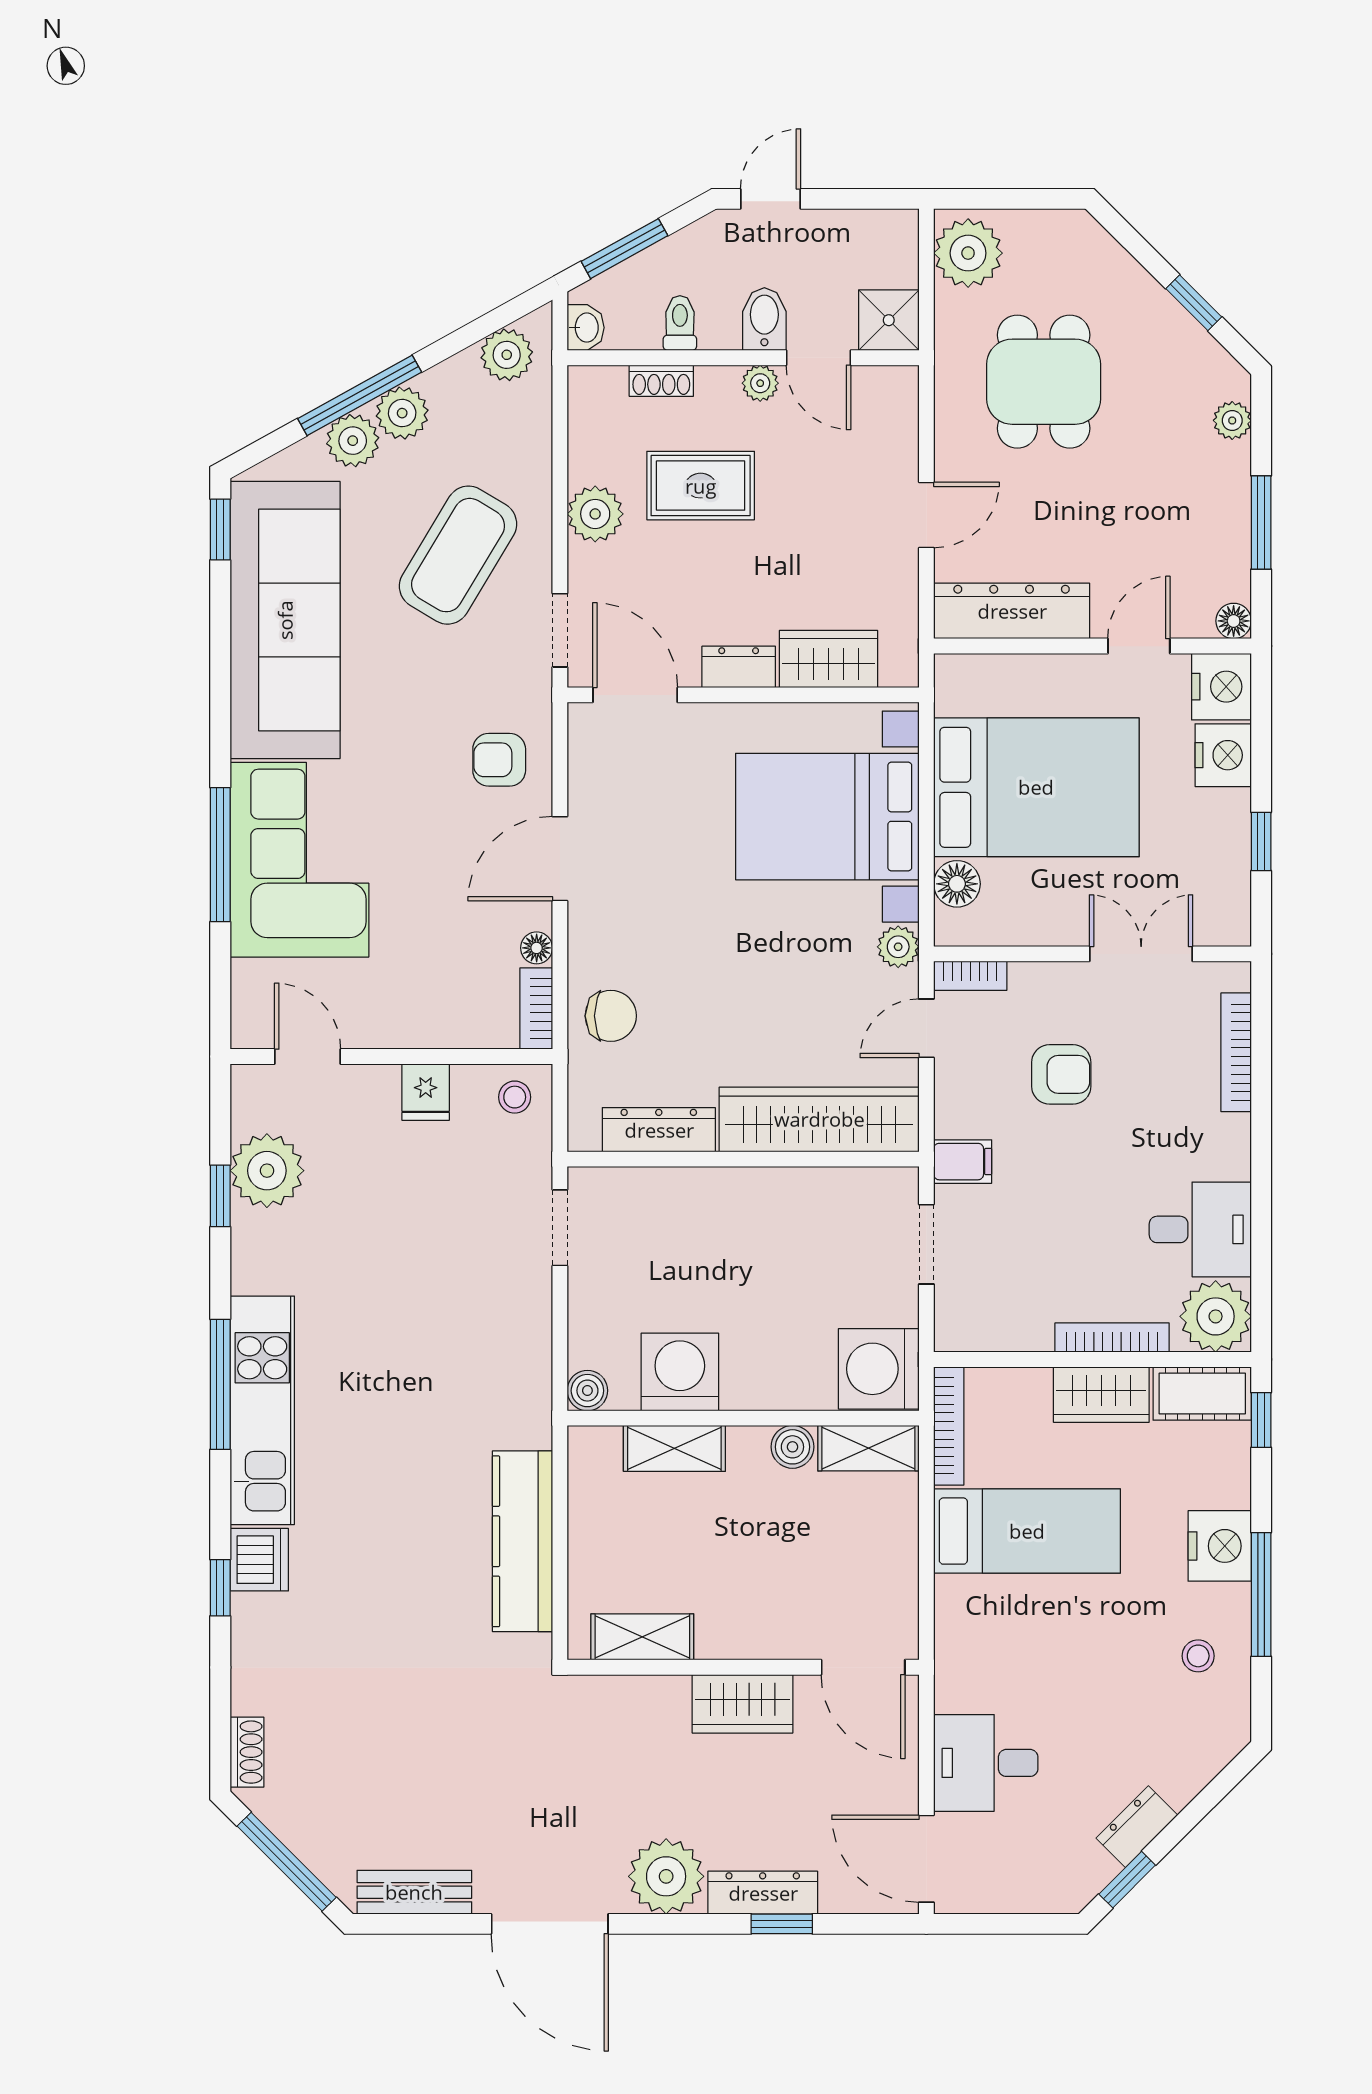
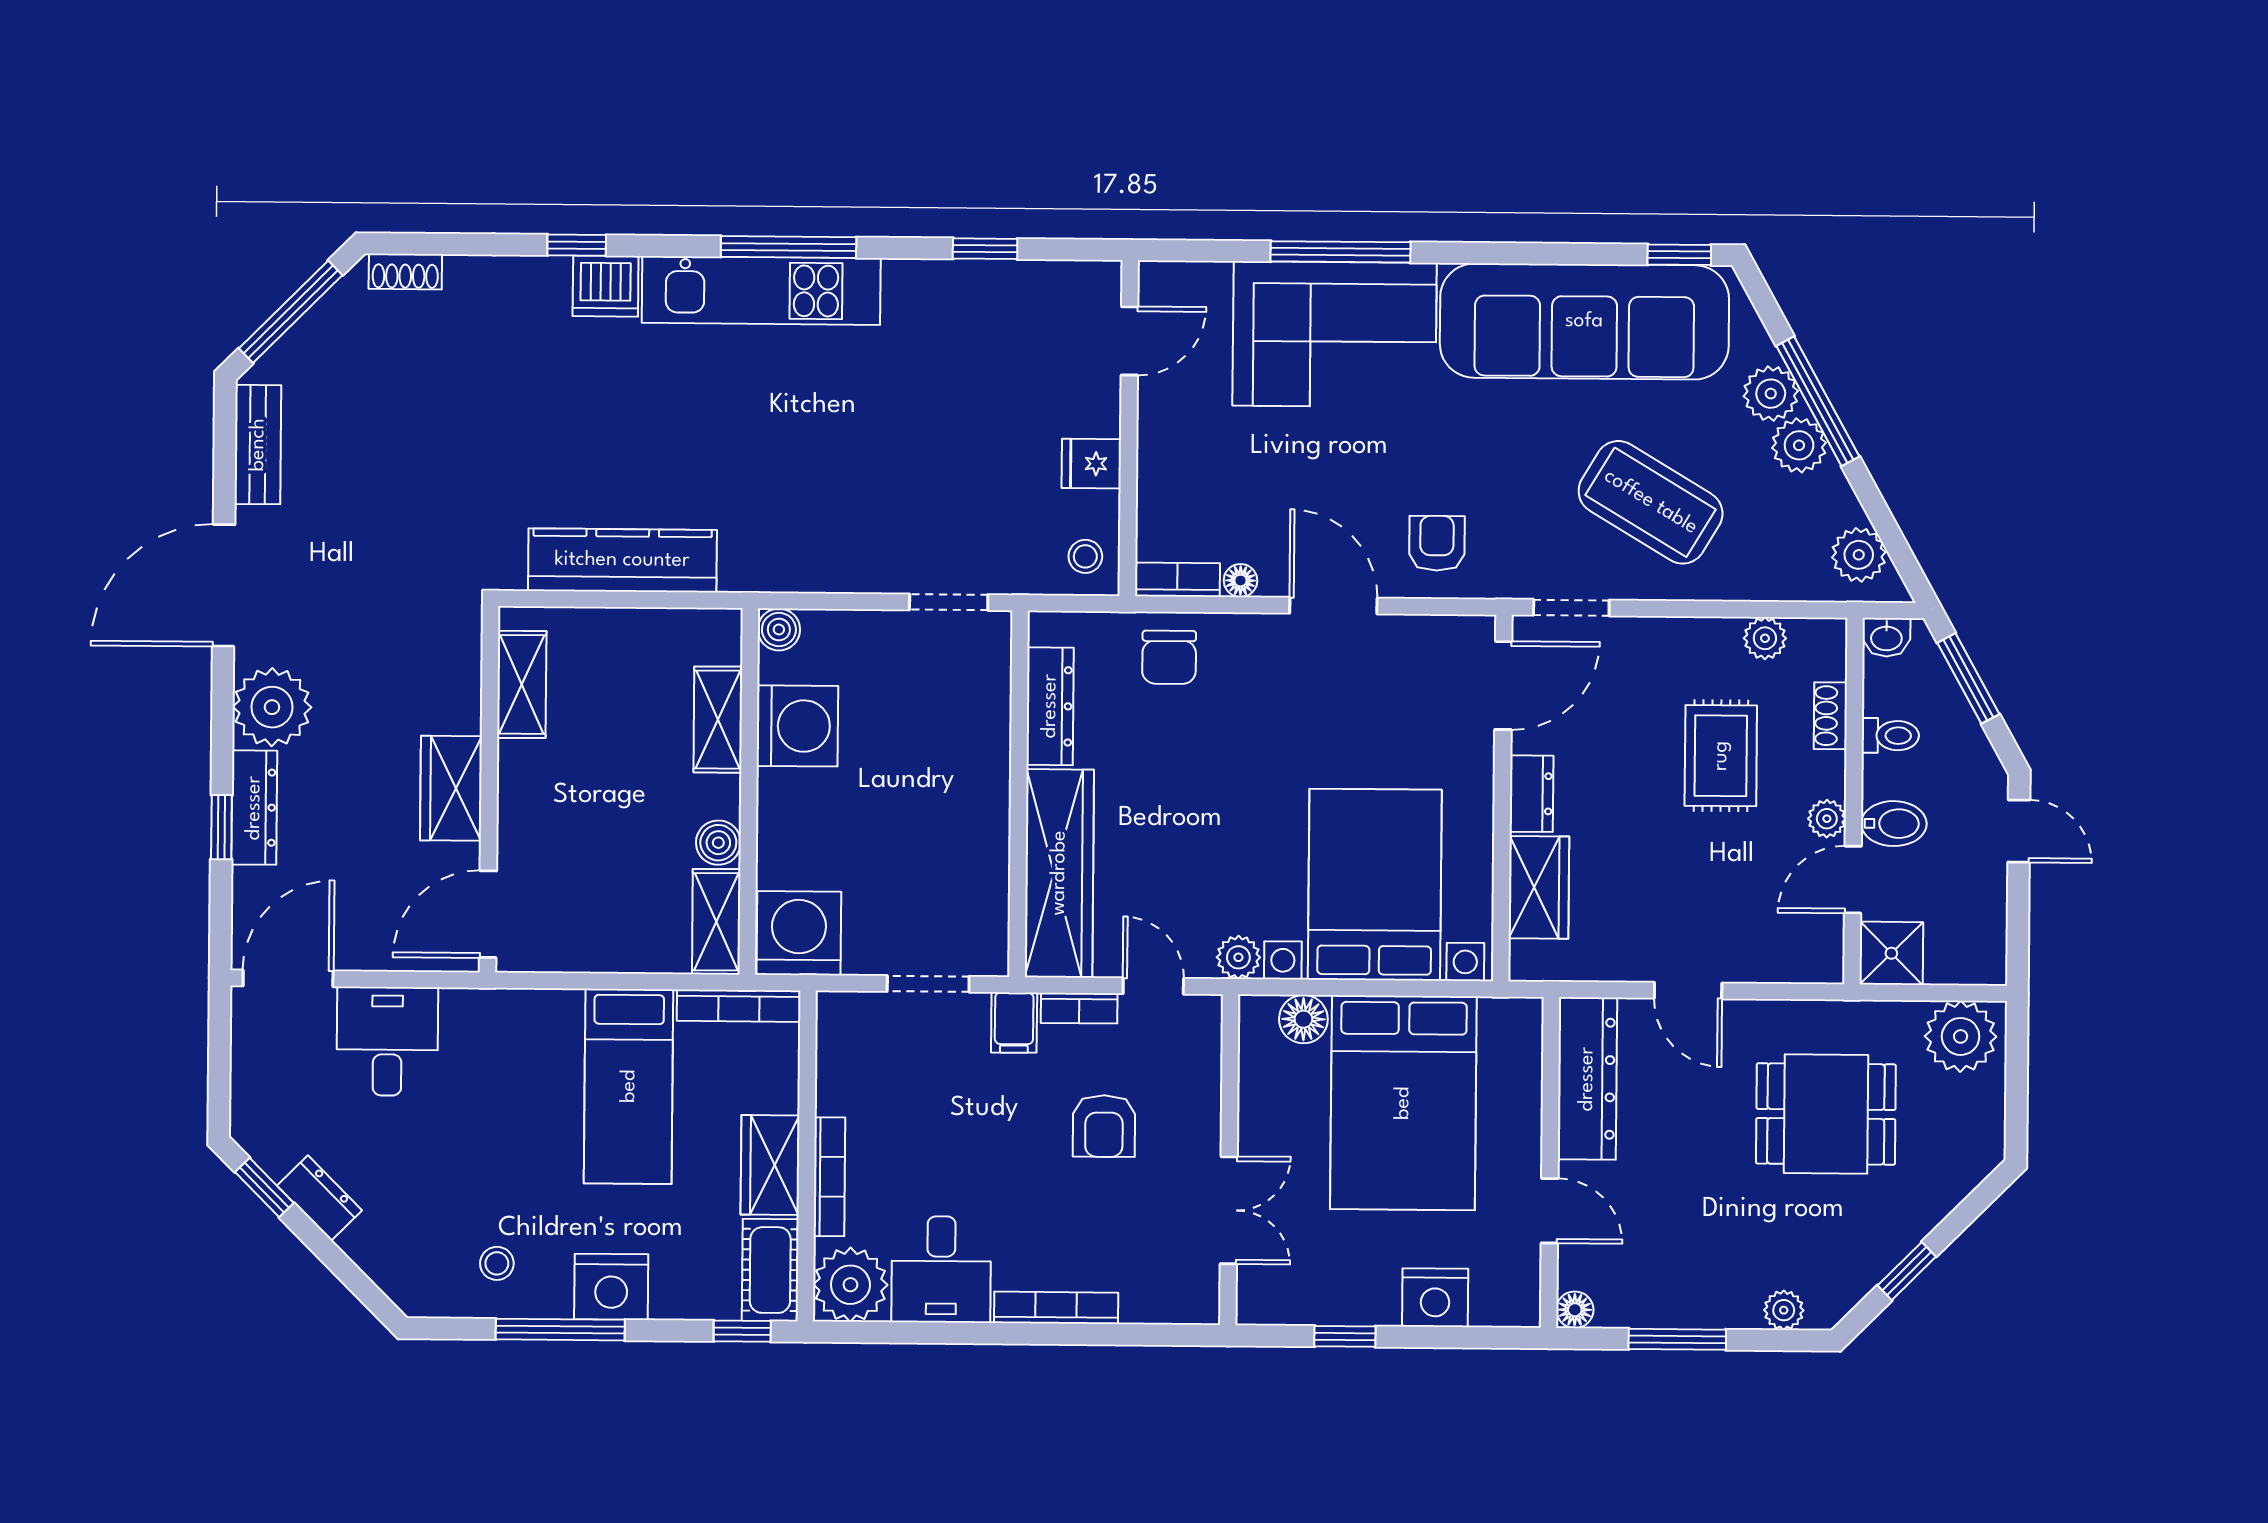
plant: (595, 514) -> (1765, 638), moved, width x0.73, depth x0.73
nightstand: (1221, 687) -> (1507, 1297), removed
bookcase: (970, 976) -> (1079, 1008), moved, turned -90
bookcase: (1236, 1052) -> (1056, 1308), moved
plant: (267, 1171) -> (1011, 298), removed

